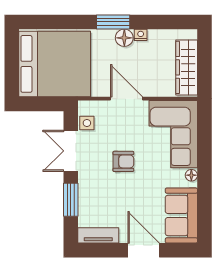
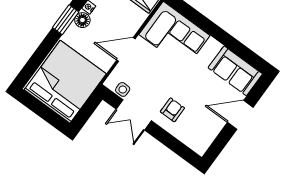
armchair: (123, 161) -> (172, 110), moved
floor lamp: (191, 175) -> (212, 43), removed
window: (71, 200) -> (168, 140), removed
tv unit: (98, 235) -> (207, 139), removed

